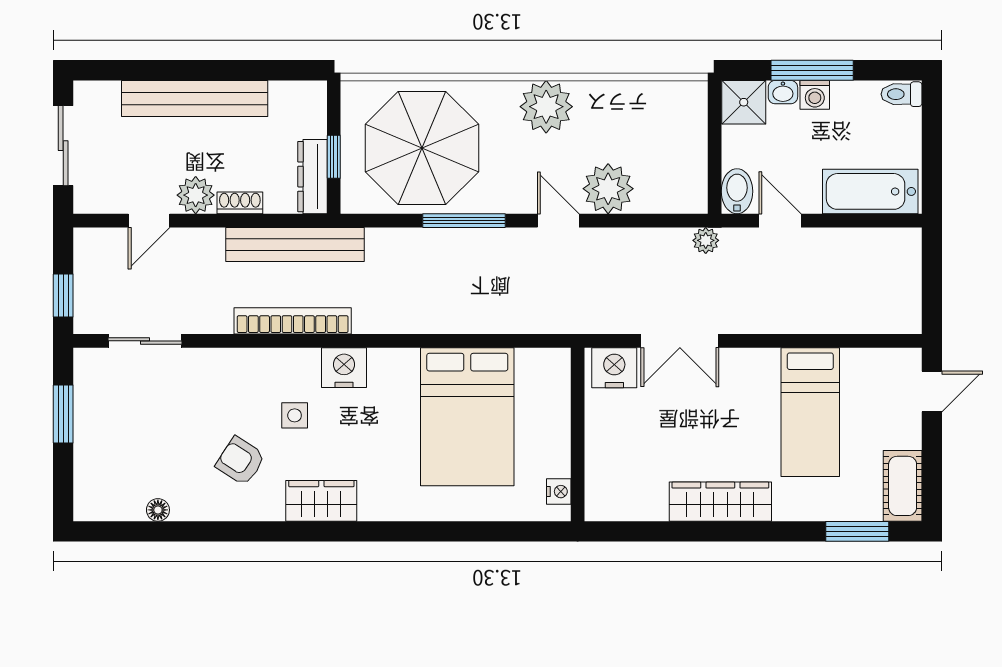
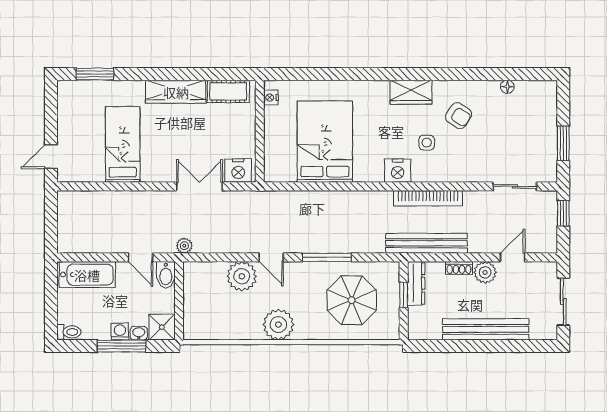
parasol: (422, 148) -> (352, 300), width x0.73, depth x0.73
cot: (903, 486) -> (228, 91), moved, turned 90

